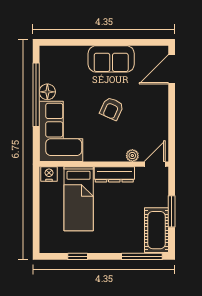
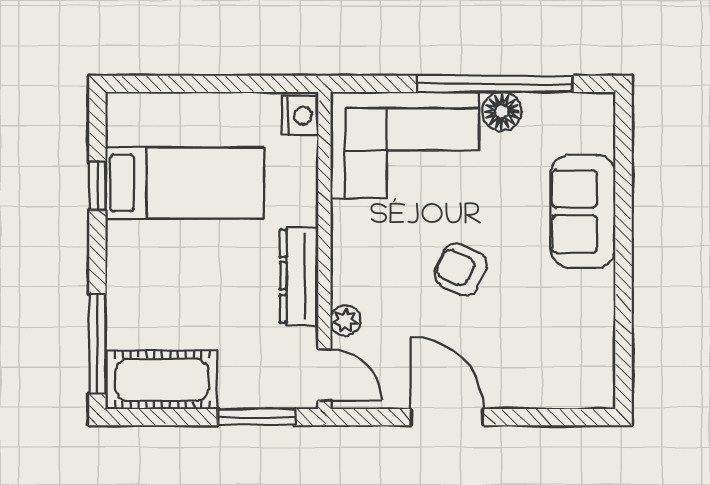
sofa: (111, 59) -> (583, 211), moved
door: (172, 69) -> (447, 417), moved
bed: (79, 199) -> (185, 183), moved, turned 180
window: (172, 211) -> (256, 417), moved

